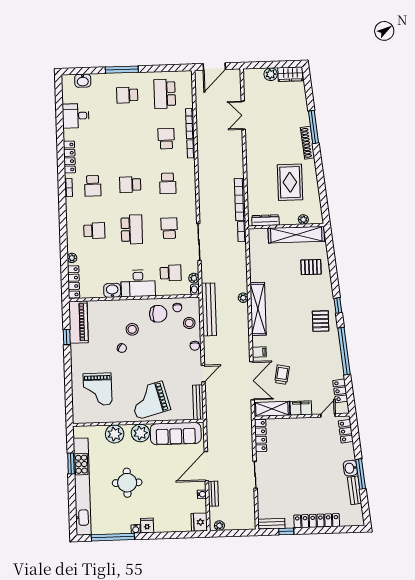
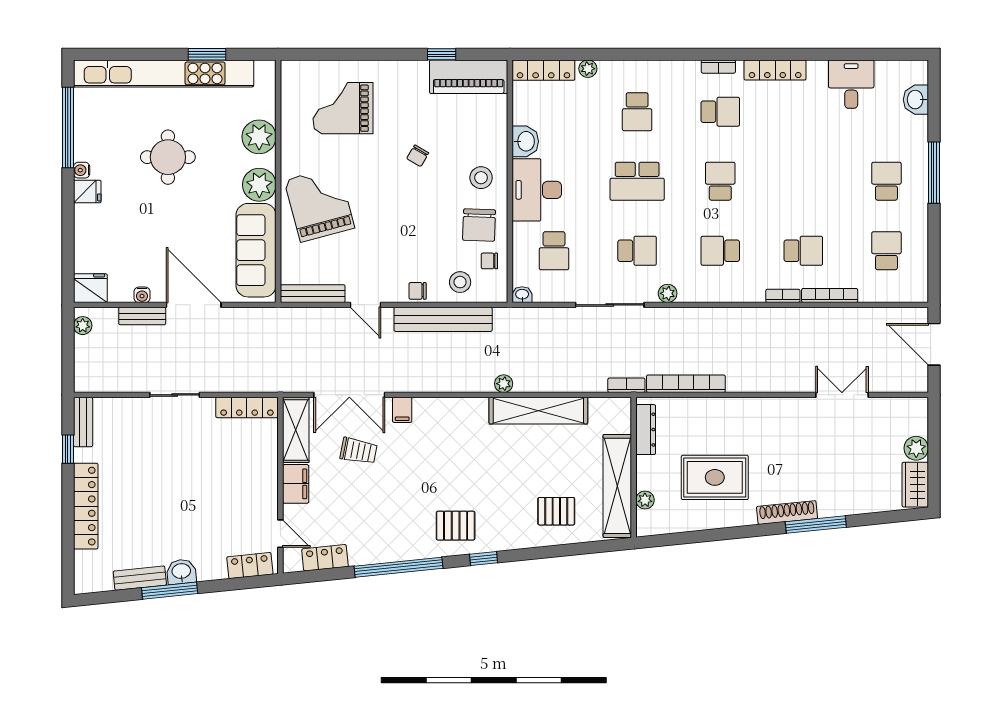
school desk: (165, 94) -> (886, 251), width x0.54
school desk: (93, 186) -> (720, 112), turned 180
pallet: (311, 267) -> (556, 511), turned 90
plant: (194, 278) -> (668, 293), moved
bench: (209, 309) -> (443, 319), moved
shelving: (258, 309) -> (538, 411), moved
stool: (132, 329) -> (481, 178), moved

